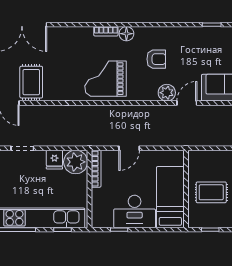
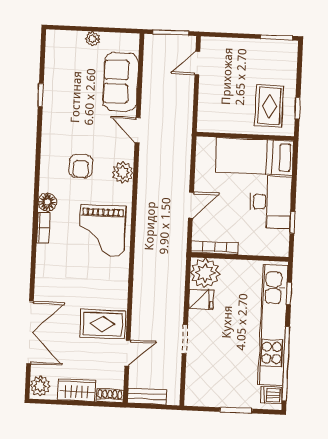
armchair: (156, 59) -> (81, 166), turned 180
plant: (167, 93) -> (123, 173), moved
door: (129, 148) -> (191, 205), hinge flipped
rug: (211, 192) -> (269, 106), moved

